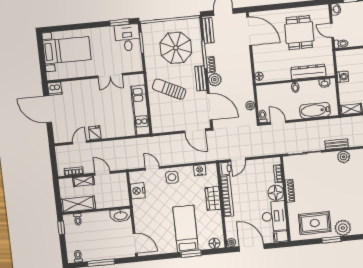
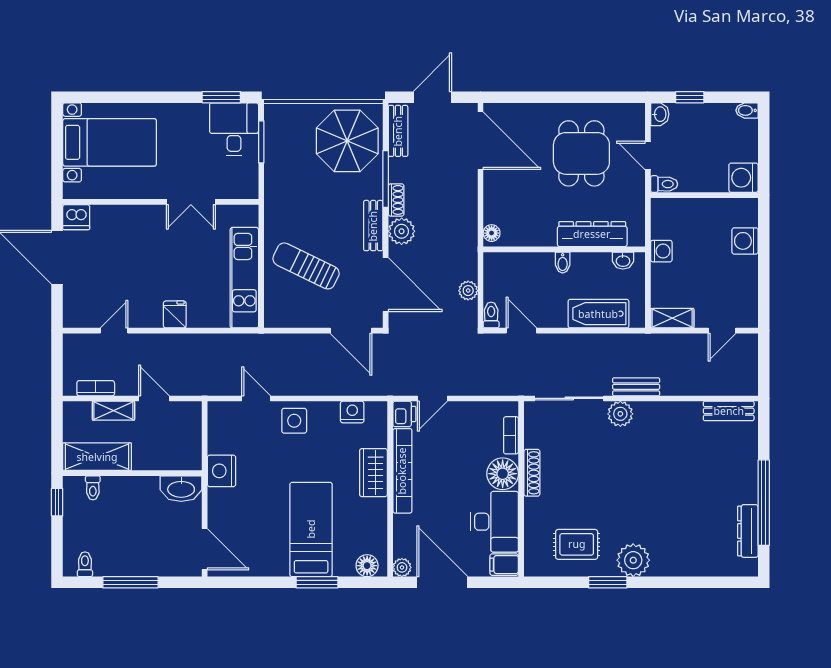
parasol: (176, 48) -> (347, 141), moved
sun lounger: (169, 89) -> (306, 266), moved
fridge: (95, 133) -> (175, 314), moved
plant: (344, 157) -> (620, 414), moved
nightstand: (138, 191) -> (222, 471), moved
rug: (315, 223) -> (577, 544), width x0.73, depth x0.70

